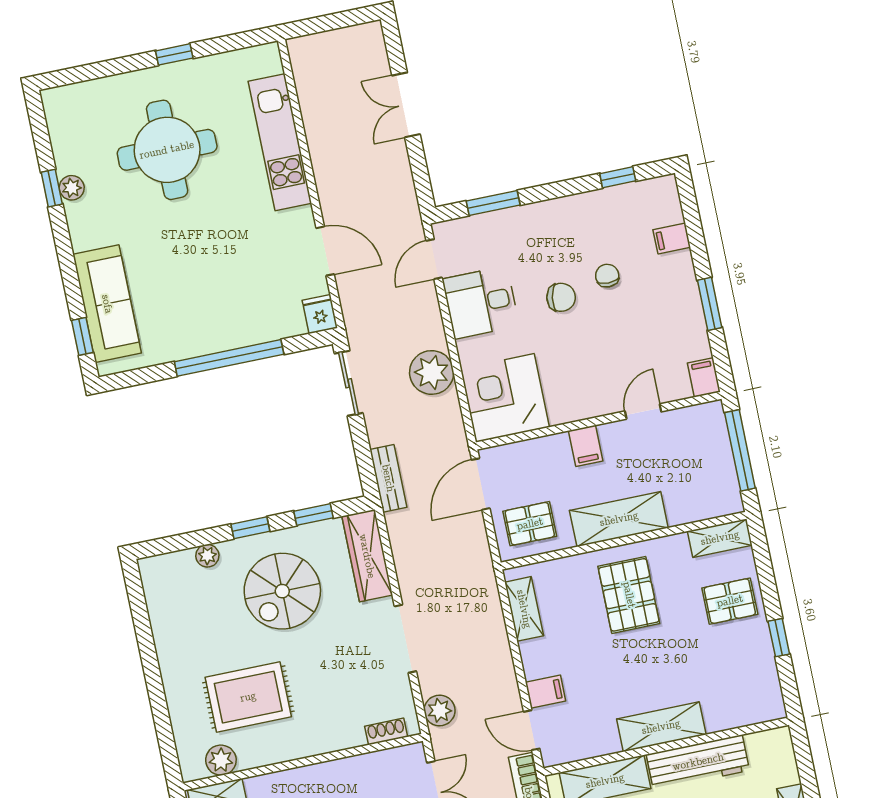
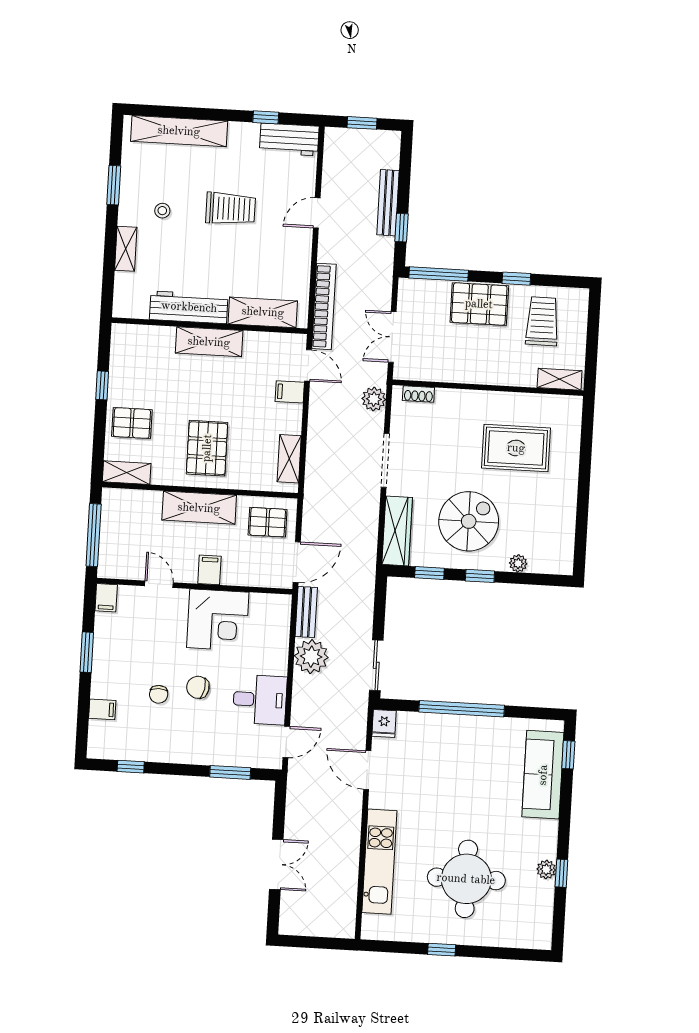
corner desk: (505, 398) -> (218, 620), moved
door: (643, 411) -> (159, 584), swing flipped
bench: (388, 478) -> (306, 612), moved
plant: (221, 760) -> (549, 406), removed

